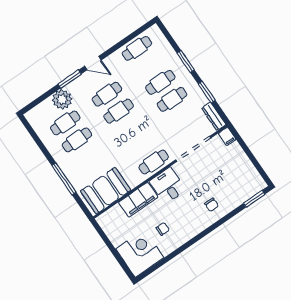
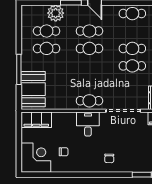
booth: (106, 191) -> (33, 89), moved, turned 90
filing cabinet: (138, 200) -> (36, 120), moved

